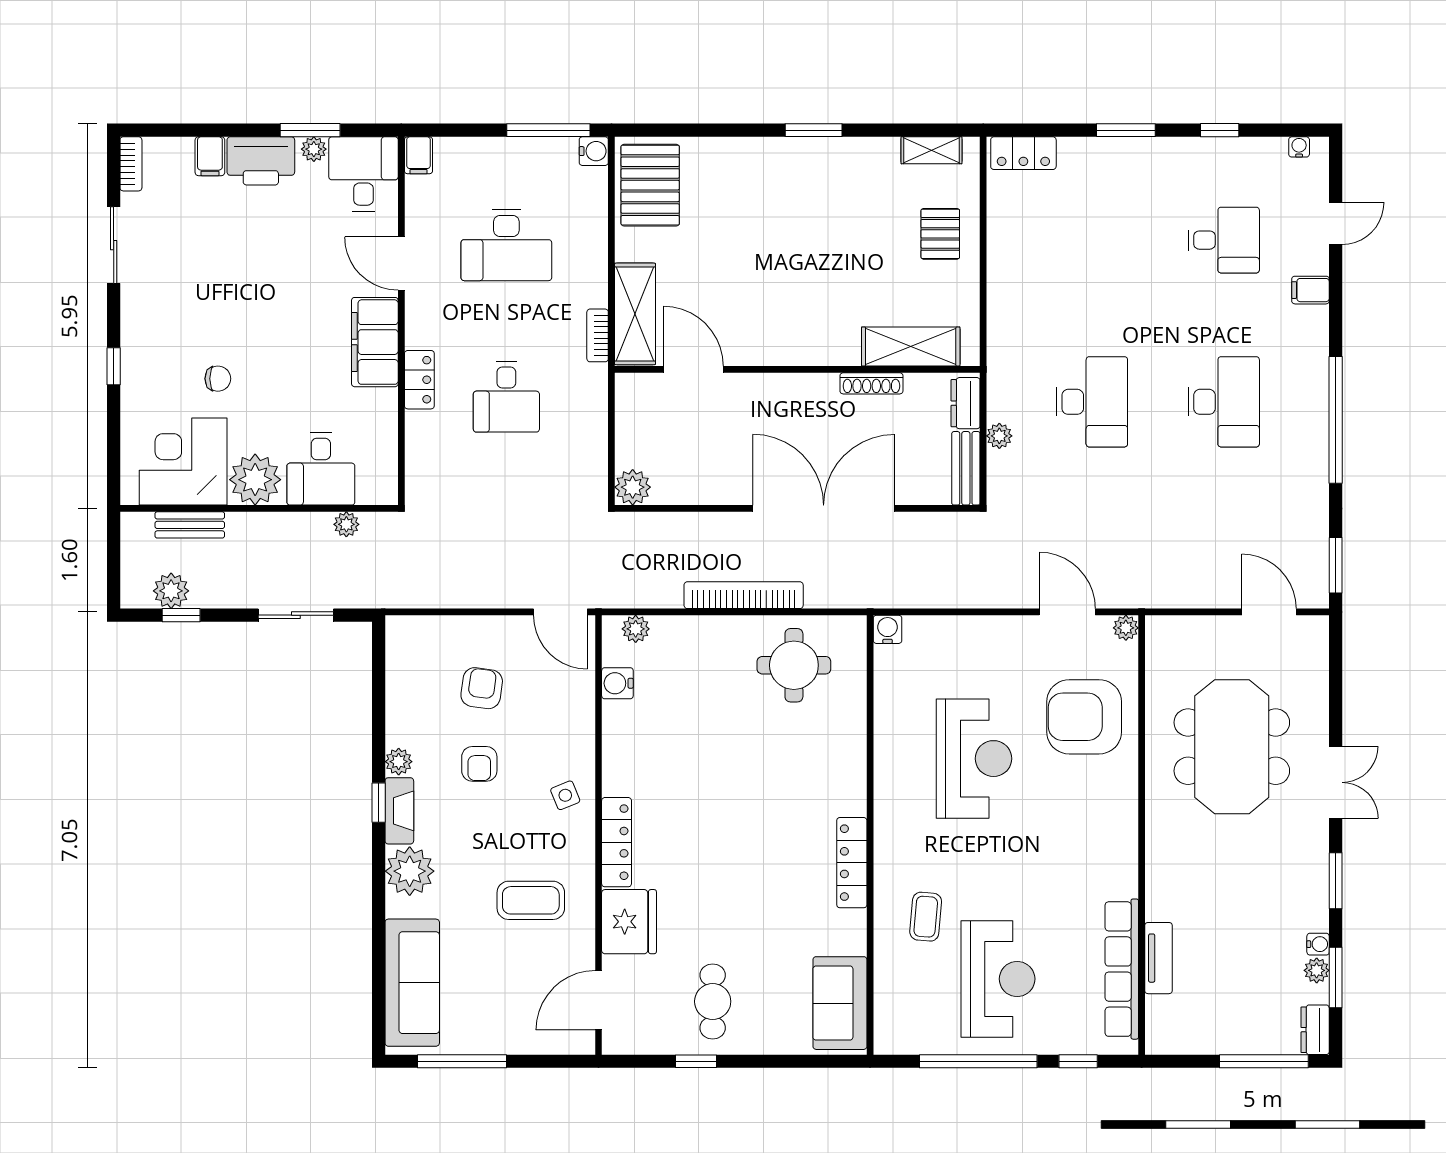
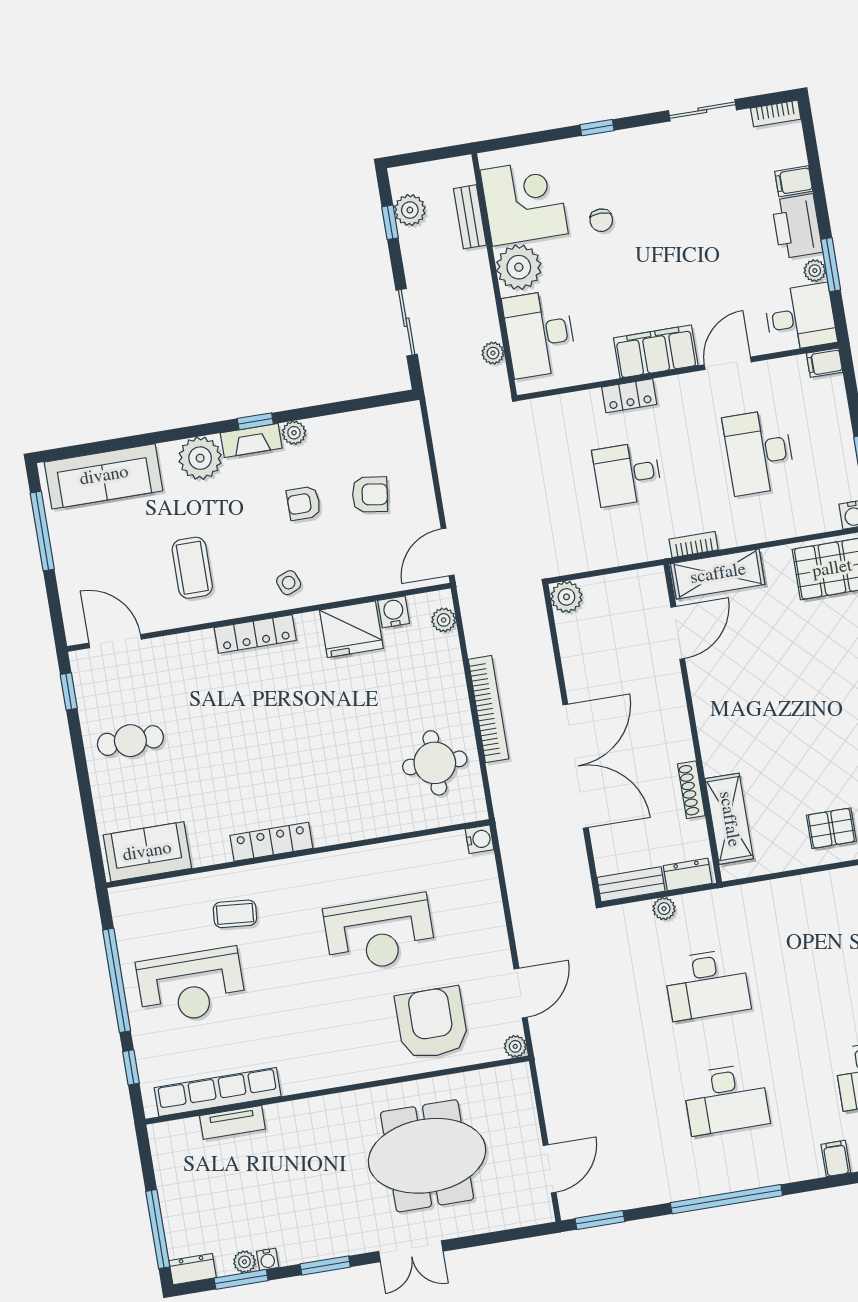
desk: (321, 469) -> (539, 334), width x1.37
fridge: (629, 922) -> (351, 629), moved
window: (696, 1061) -> (69, 691), moved

